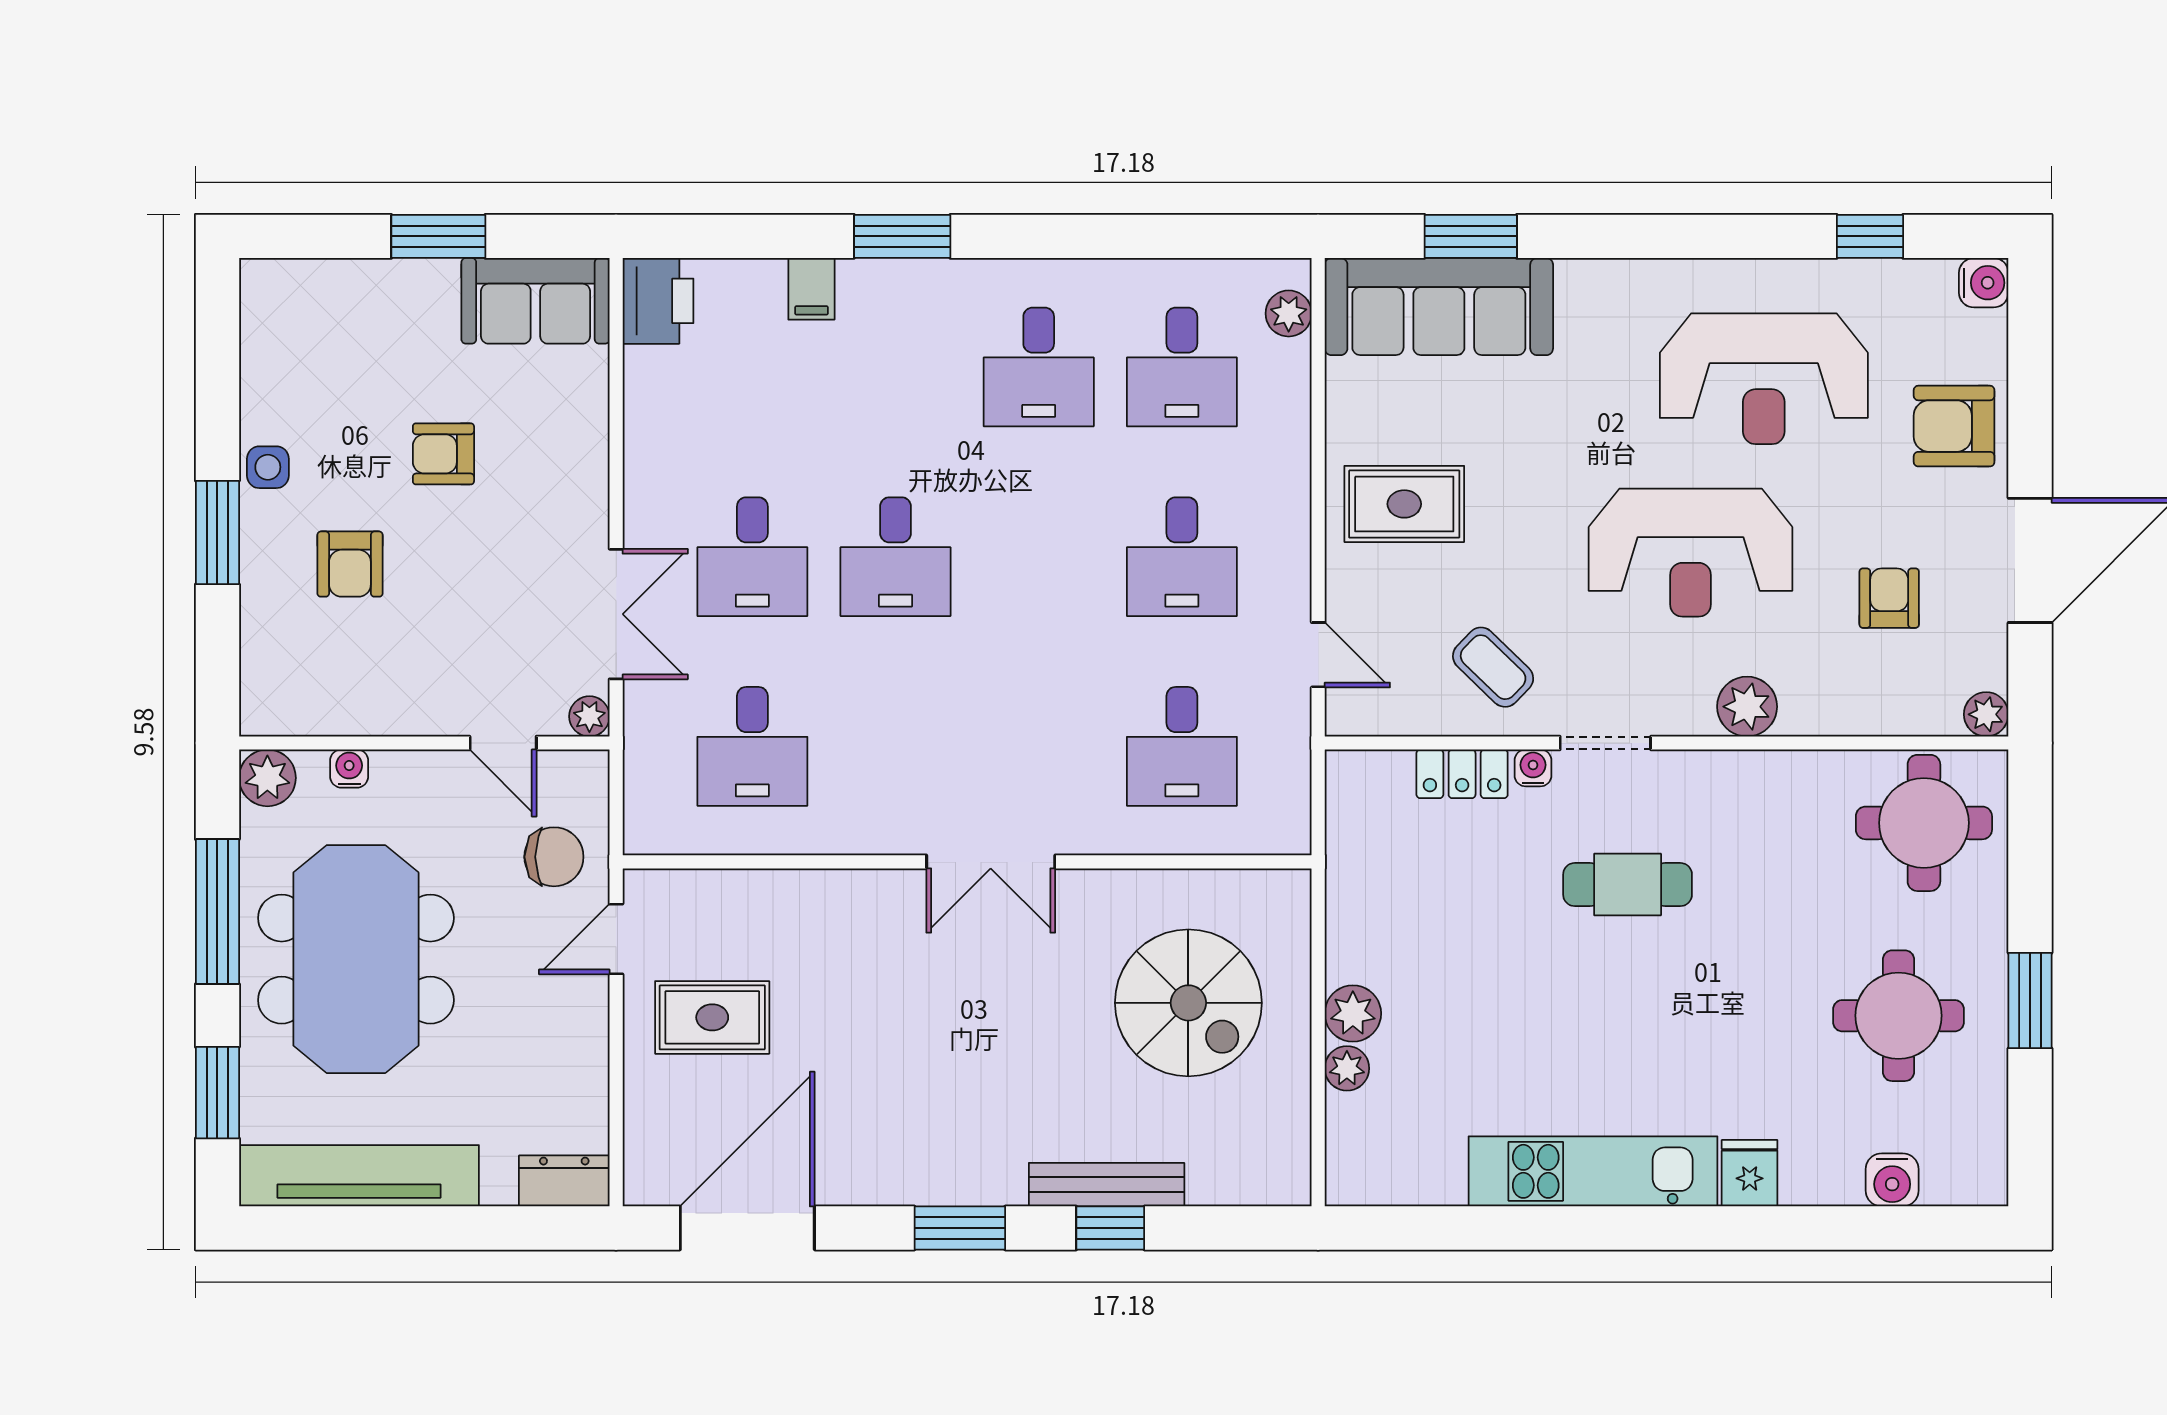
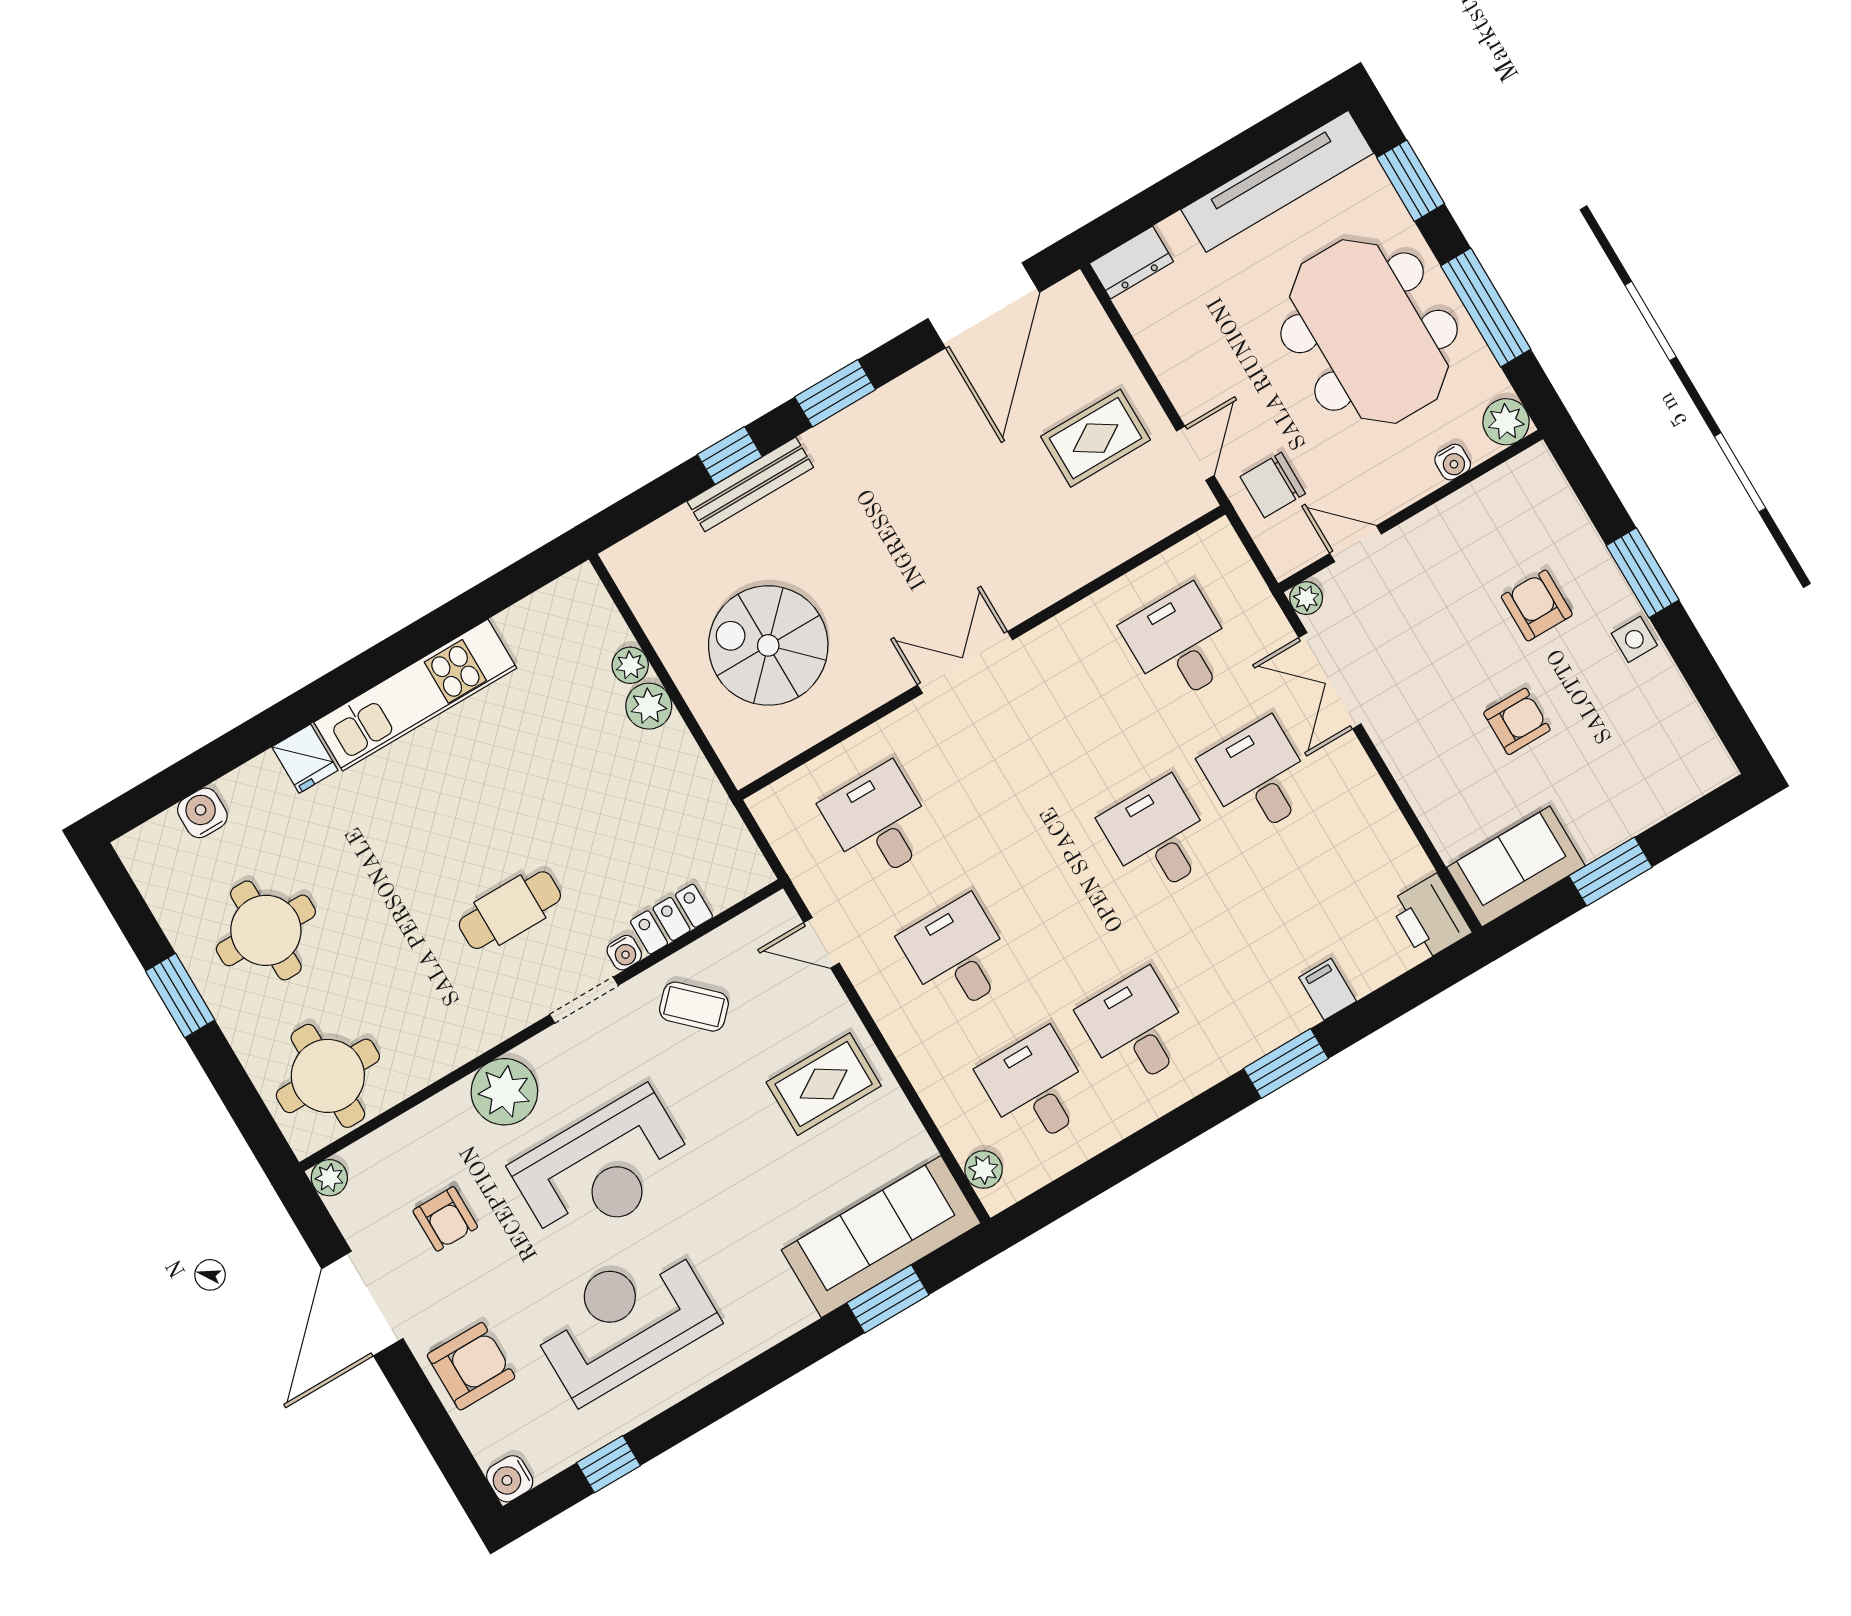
reception desk: (1691, 553) -> (603, 1169), turned 180
plant: (1747, 707) -> (504, 1092), width x1.36, depth x1.36

